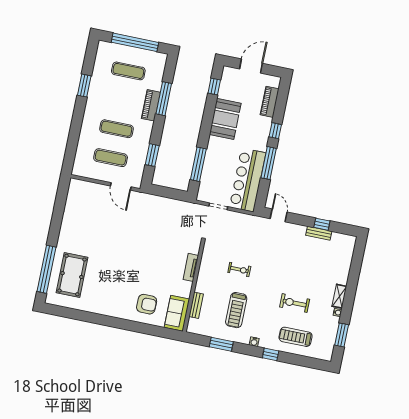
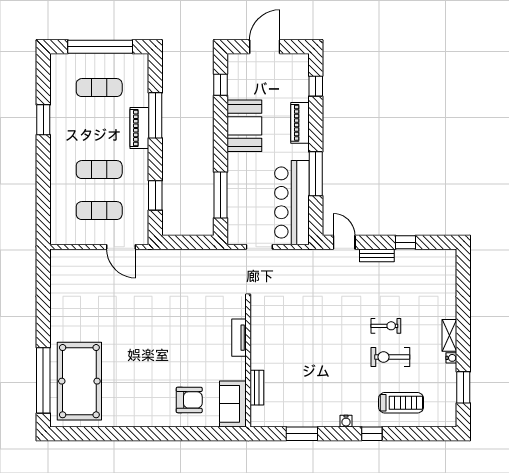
piano: (270, 102) -> (300, 123), moved
window: (275, 131) -> (316, 86), moved
bench: (319, 233) -> (377, 255), moved
exercise bike: (239, 270) -> (386, 326), moved
pool table: (72, 275) -> (79, 381), width x1.36, depth x1.32
treadmill: (236, 310) -> (313, 383), removed
treadmill: (296, 337) -> (401, 403), turned 180

